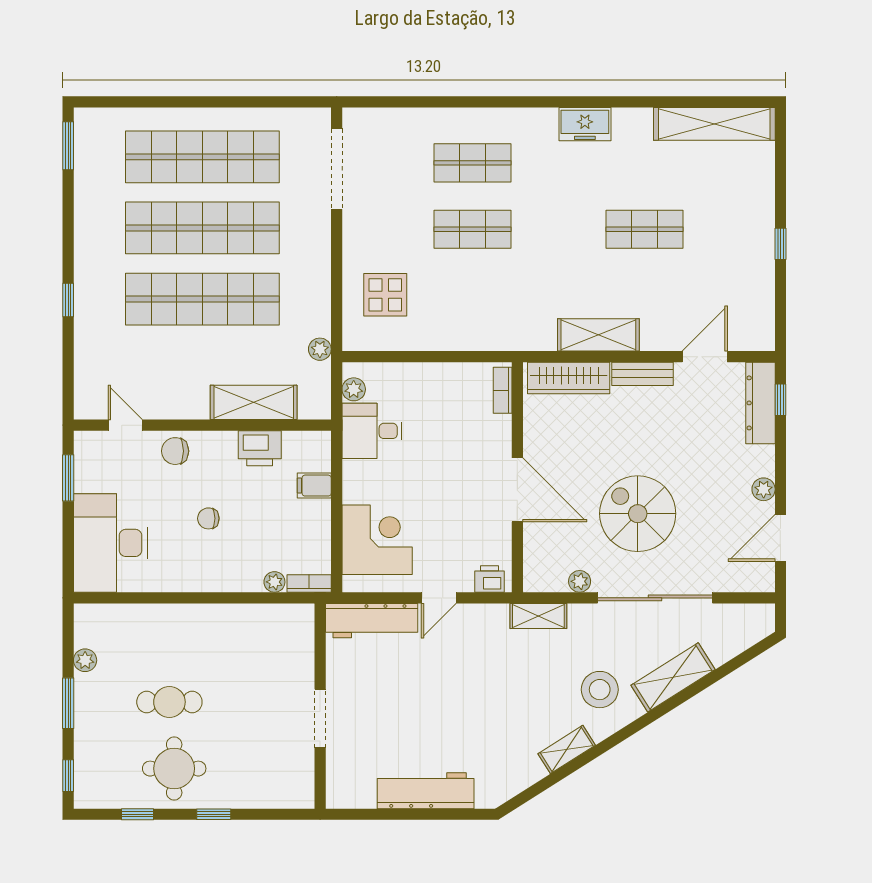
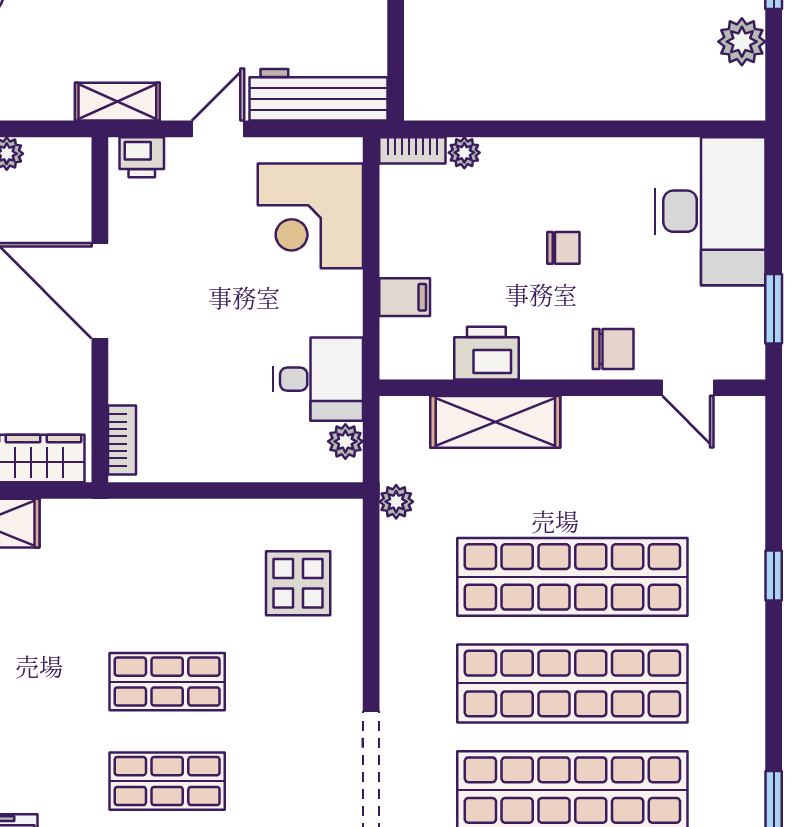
shelving: (538, 616) -> (117, 102), moved
plant: (85, 660) -> (742, 42), width x1.38, depth x1.38

